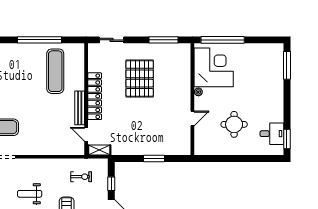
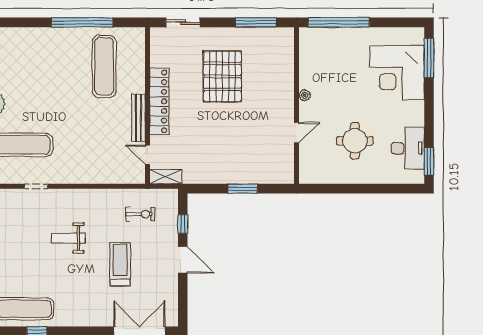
corner desk: (214, 67) -> (397, 73), moved, turned 180
desk: (272, 134) -> (408, 148), width x1.37

